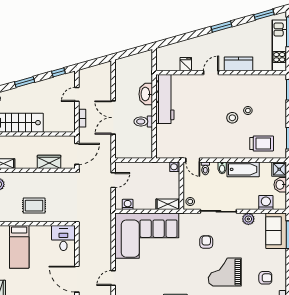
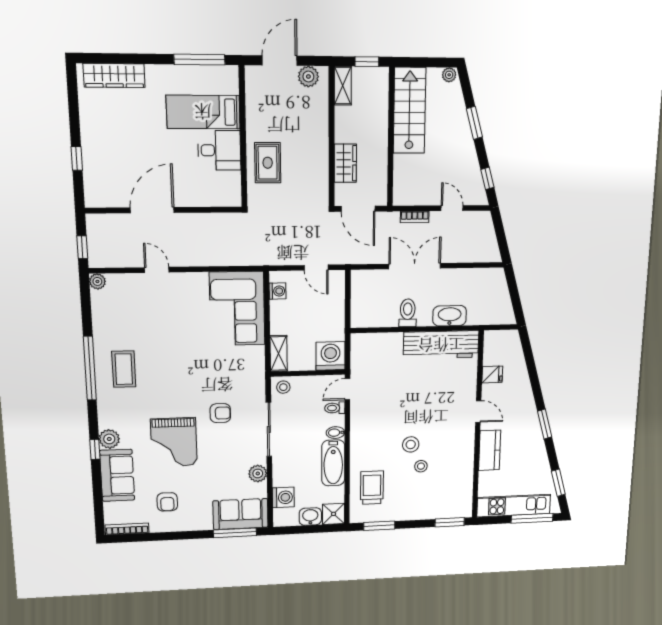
trolley: (262, 143) -> (372, 488), turned 180
washing machine: (175, 167) -> (331, 356), width x1.89, depth x1.89
rug: (34, 206) -> (268, 163), moved
corner sofa: (147, 236) -> (237, 309), width x0.73, depth x0.74
desk: (63, 238) -> (219, 150), moved
grand piano: (225, 272) -> (174, 442), turned 180

